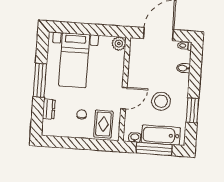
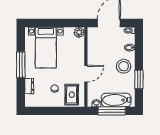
stool: (161, 101) -> (124, 66), moved

